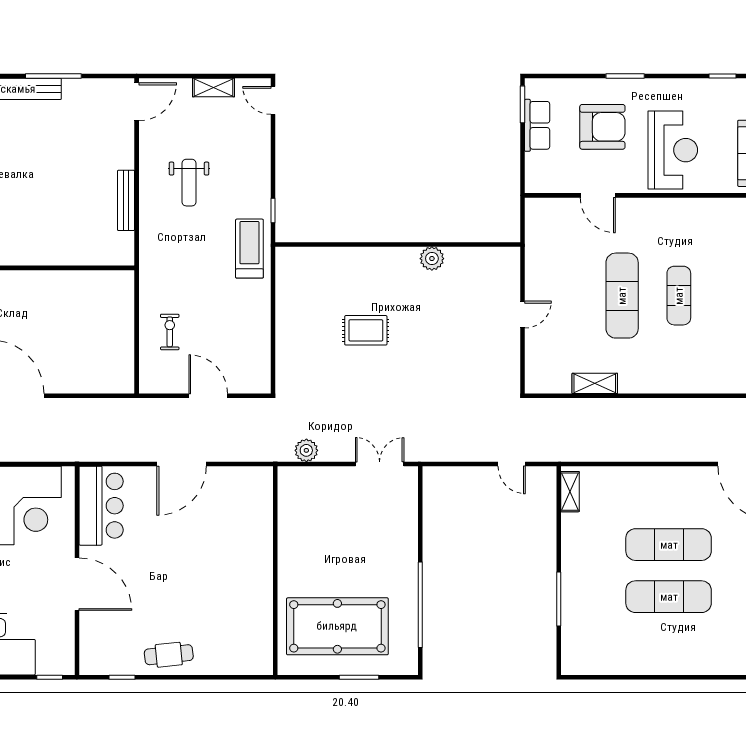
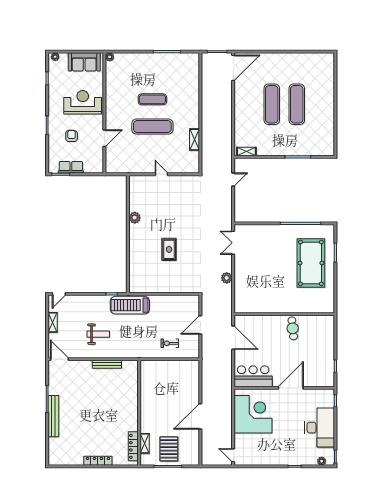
armchair: (602, 127) -> (72, 136), width x0.53, depth x0.53
treadmill: (249, 249) -> (130, 305), width x1.37, depth x1.38
wall: (275, 571) -> (284, 314), moved
cafe table: (169, 655) -> (293, 328), moved

